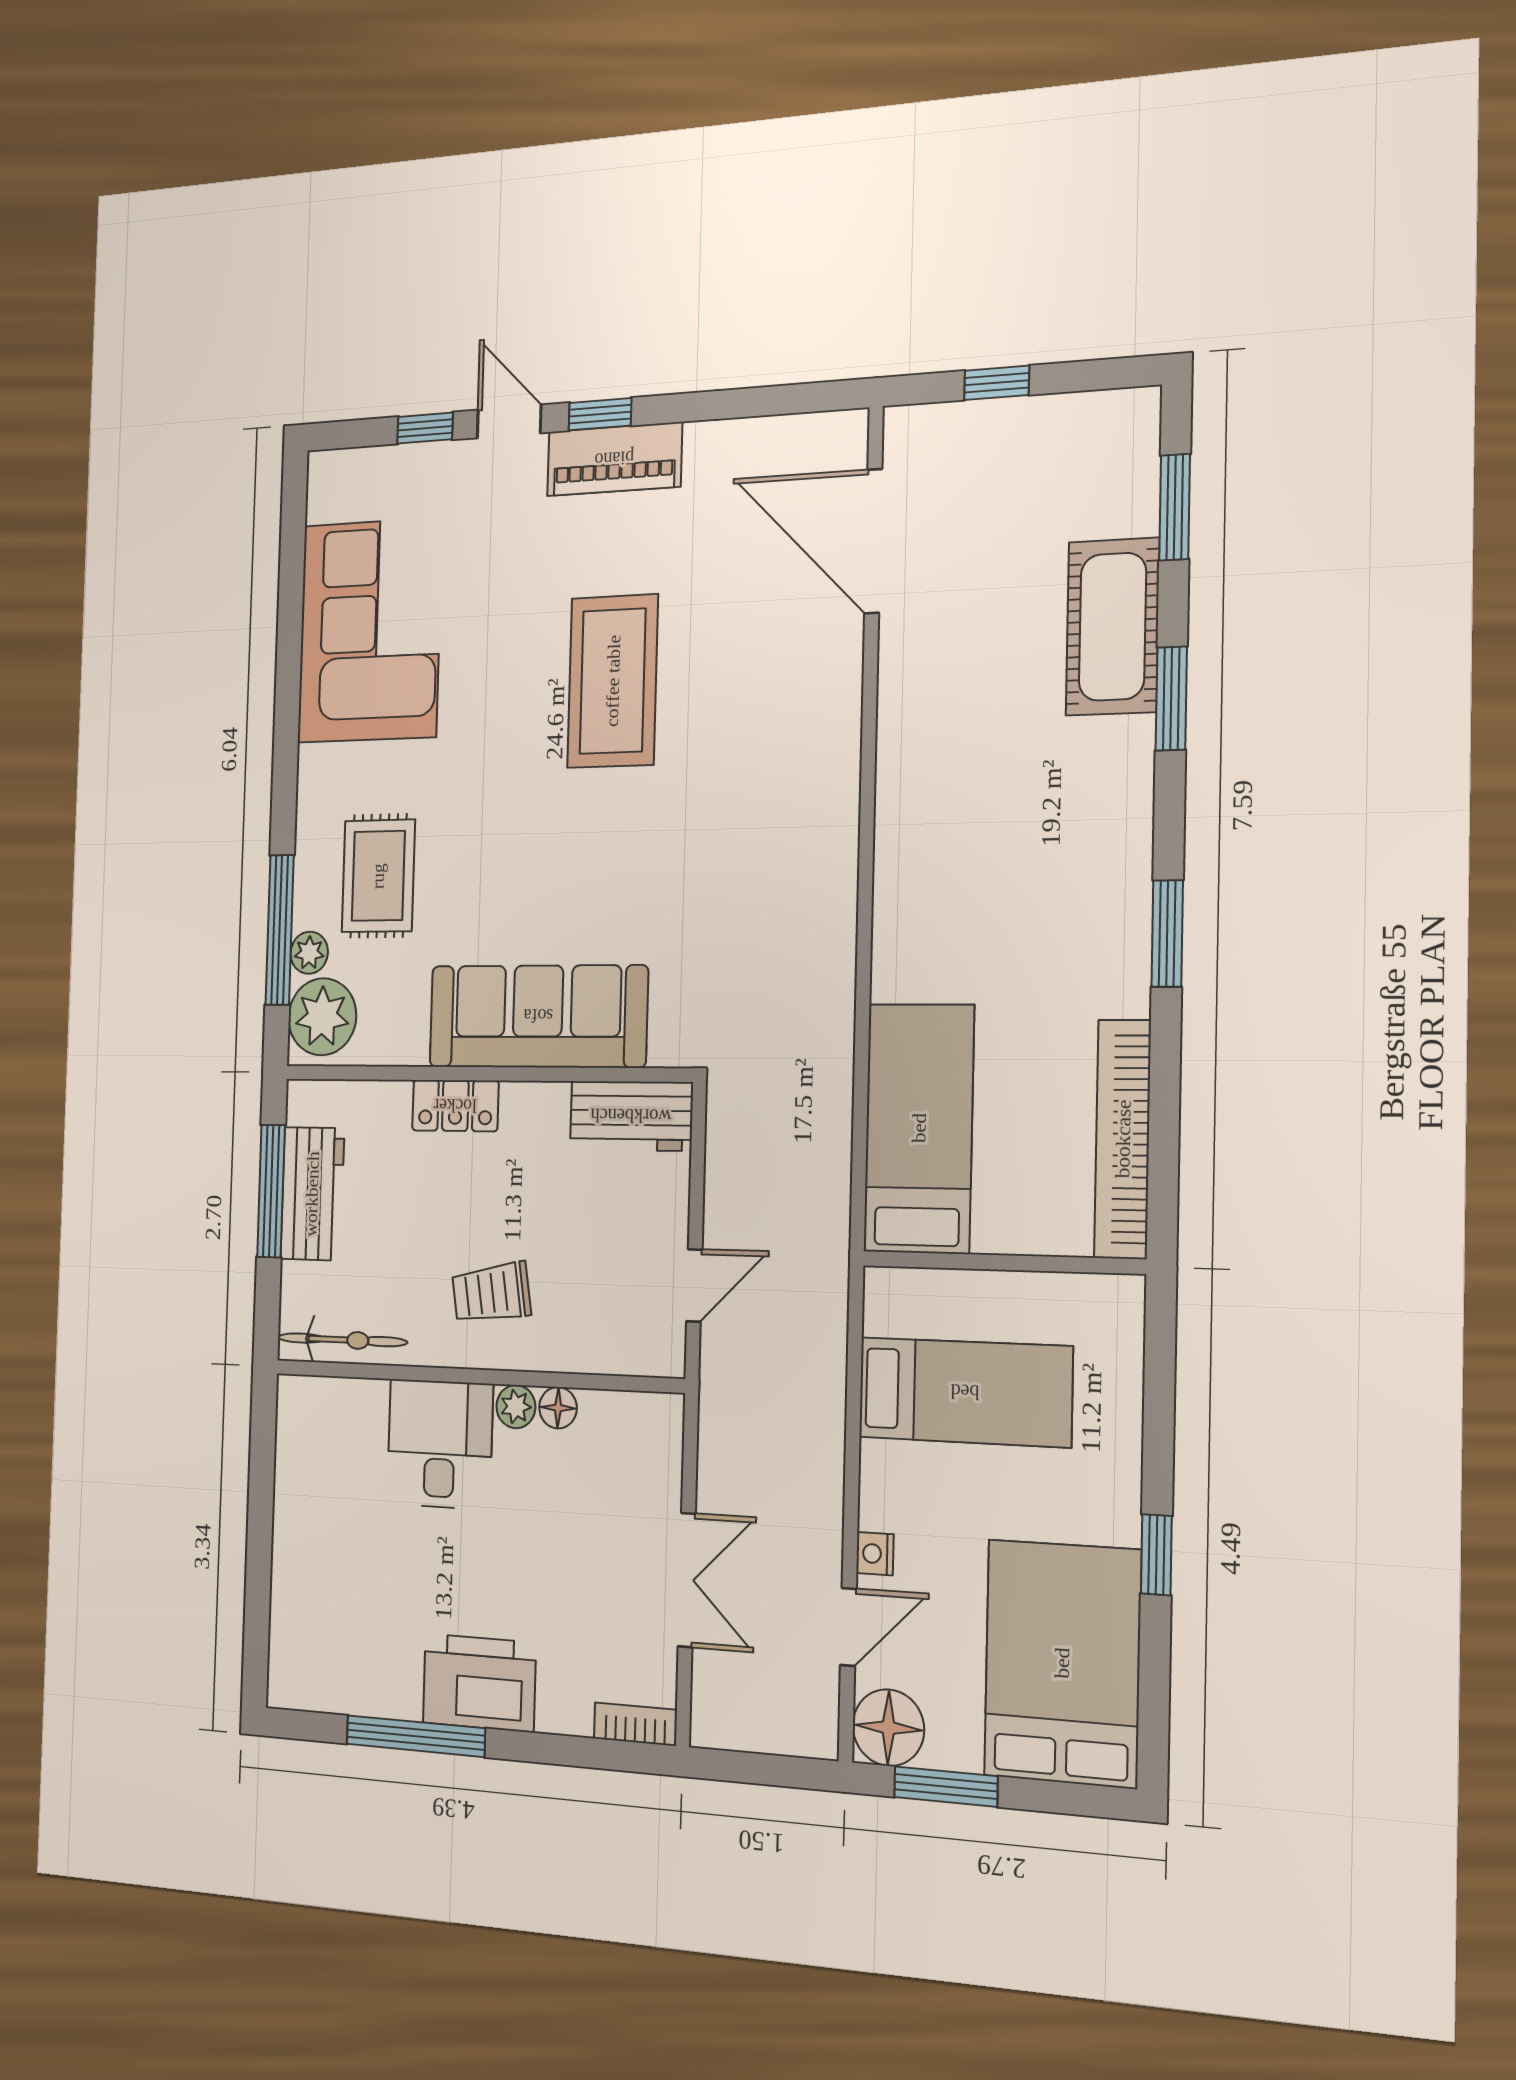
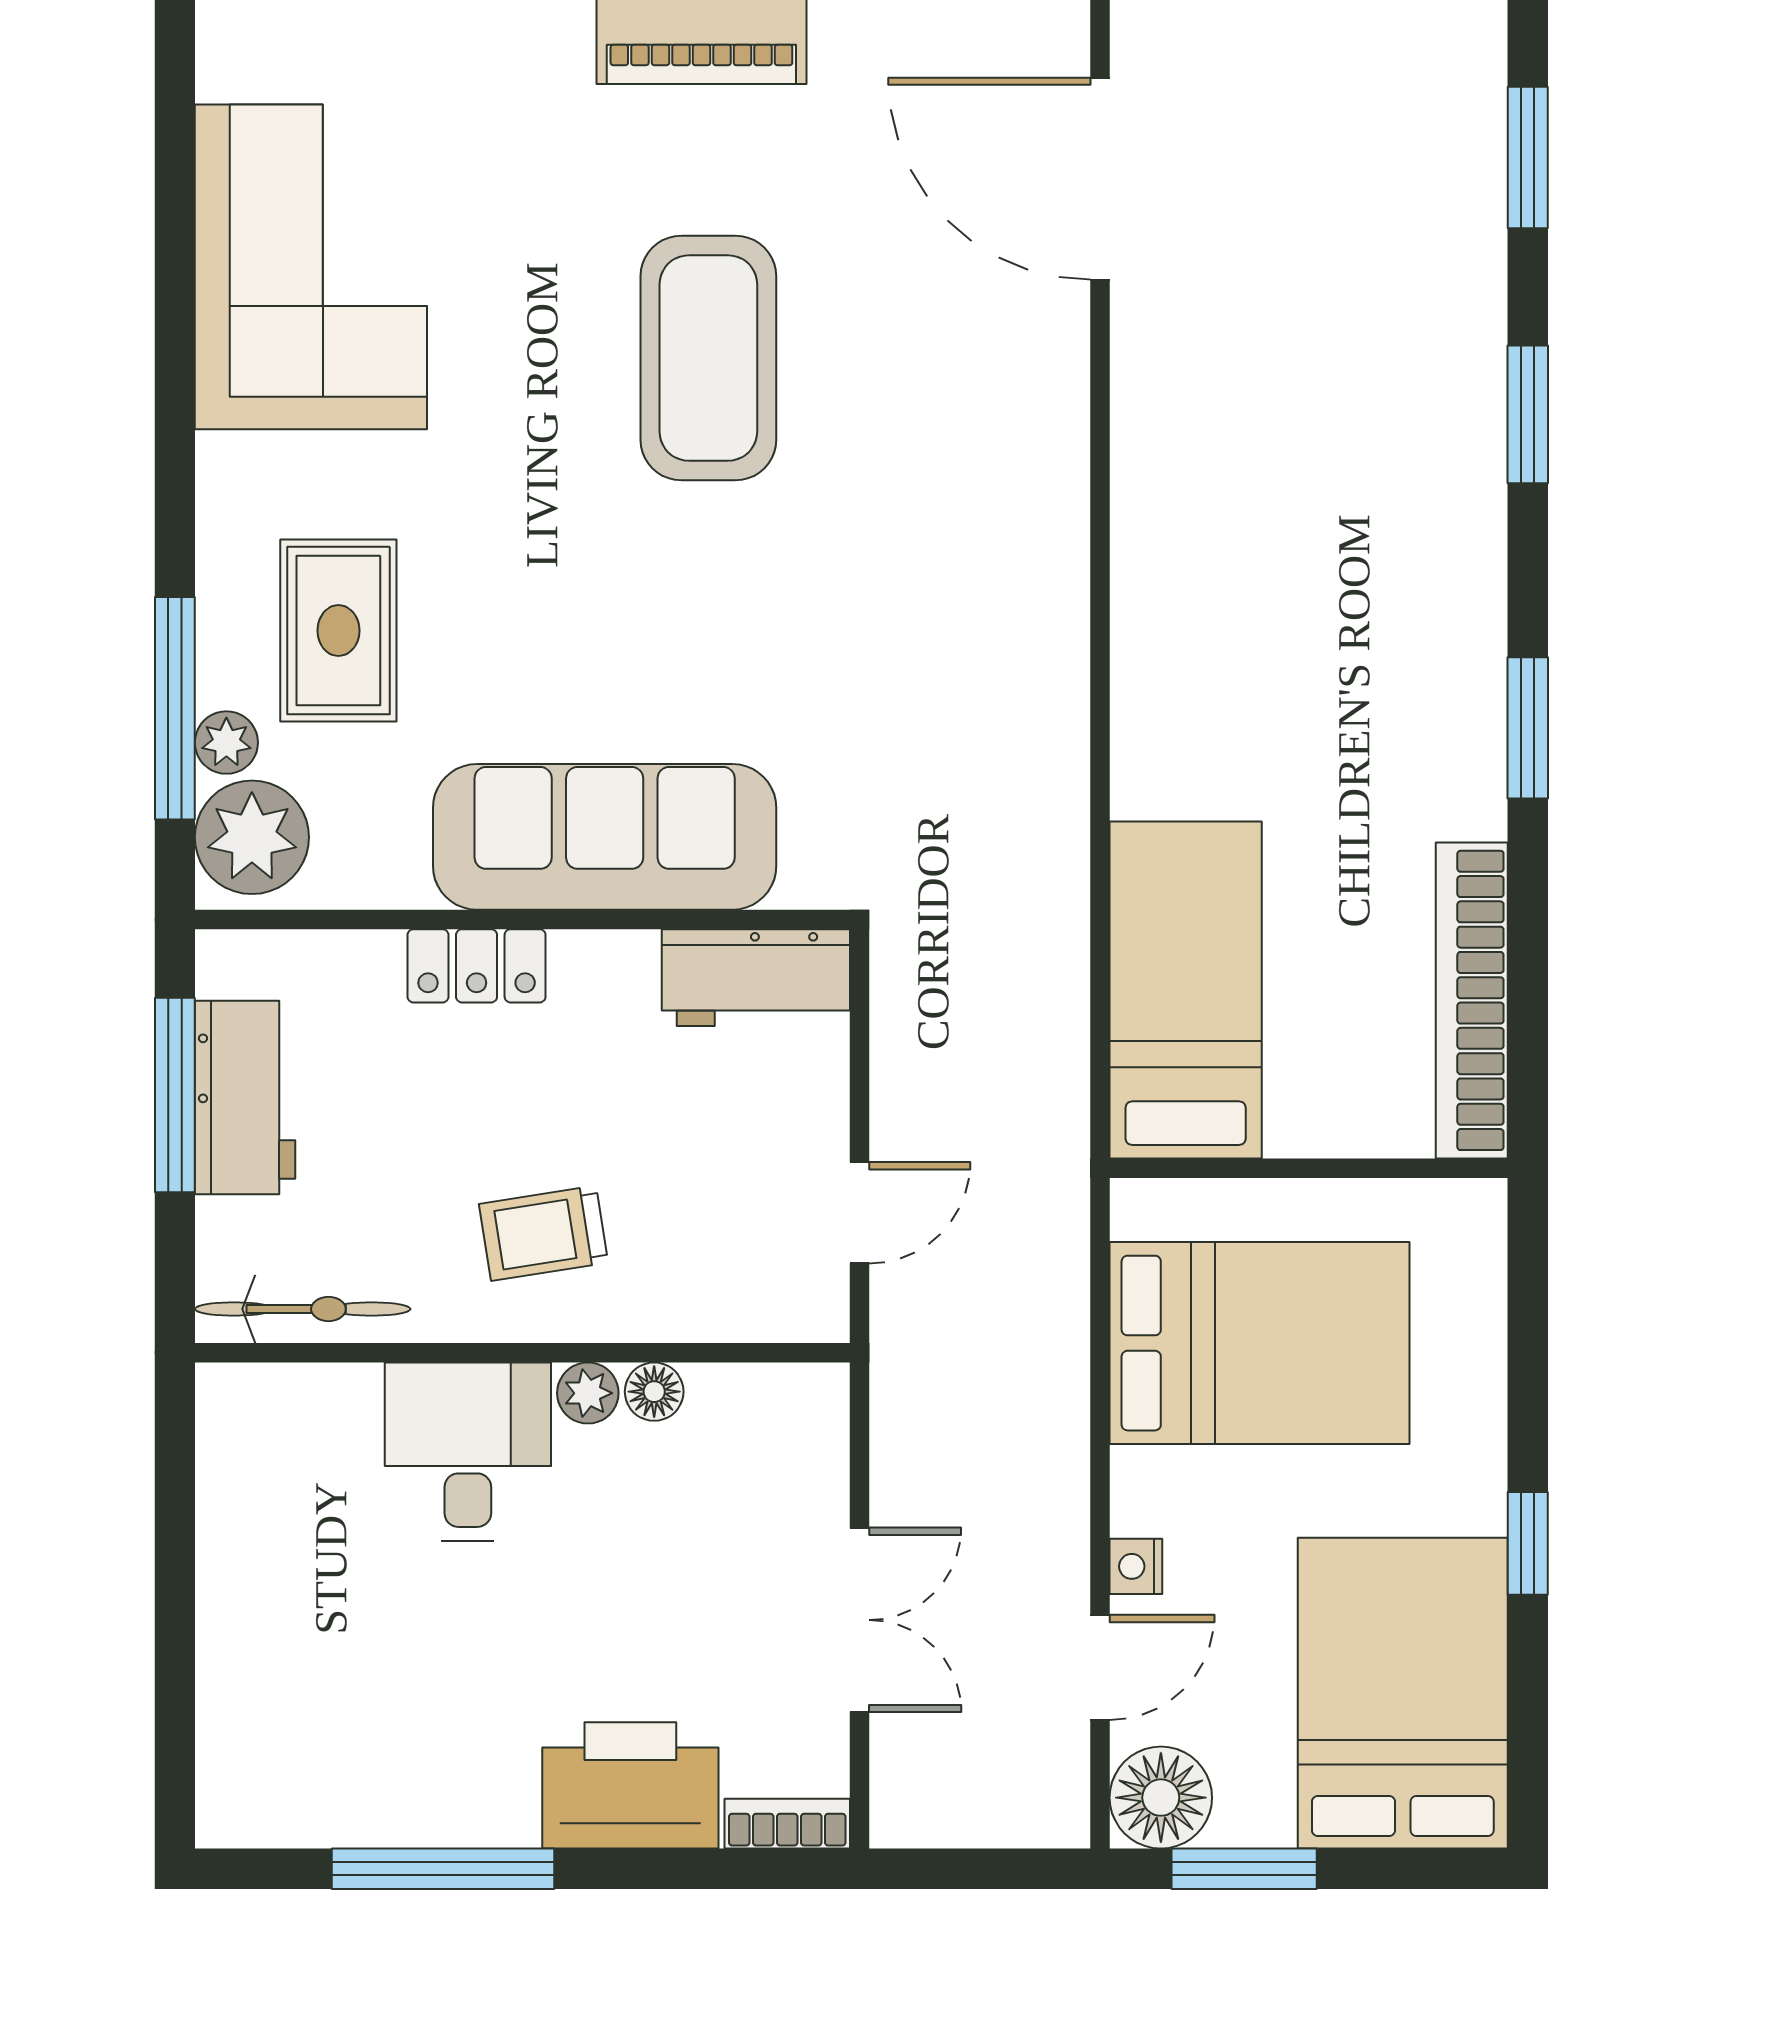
cot: (1113, 627) -> (1445, 314), removed
bed: (965, 1392) -> (1260, 1343), width x1.50
printer: (479, 1683) -> (630, 1785), moved

